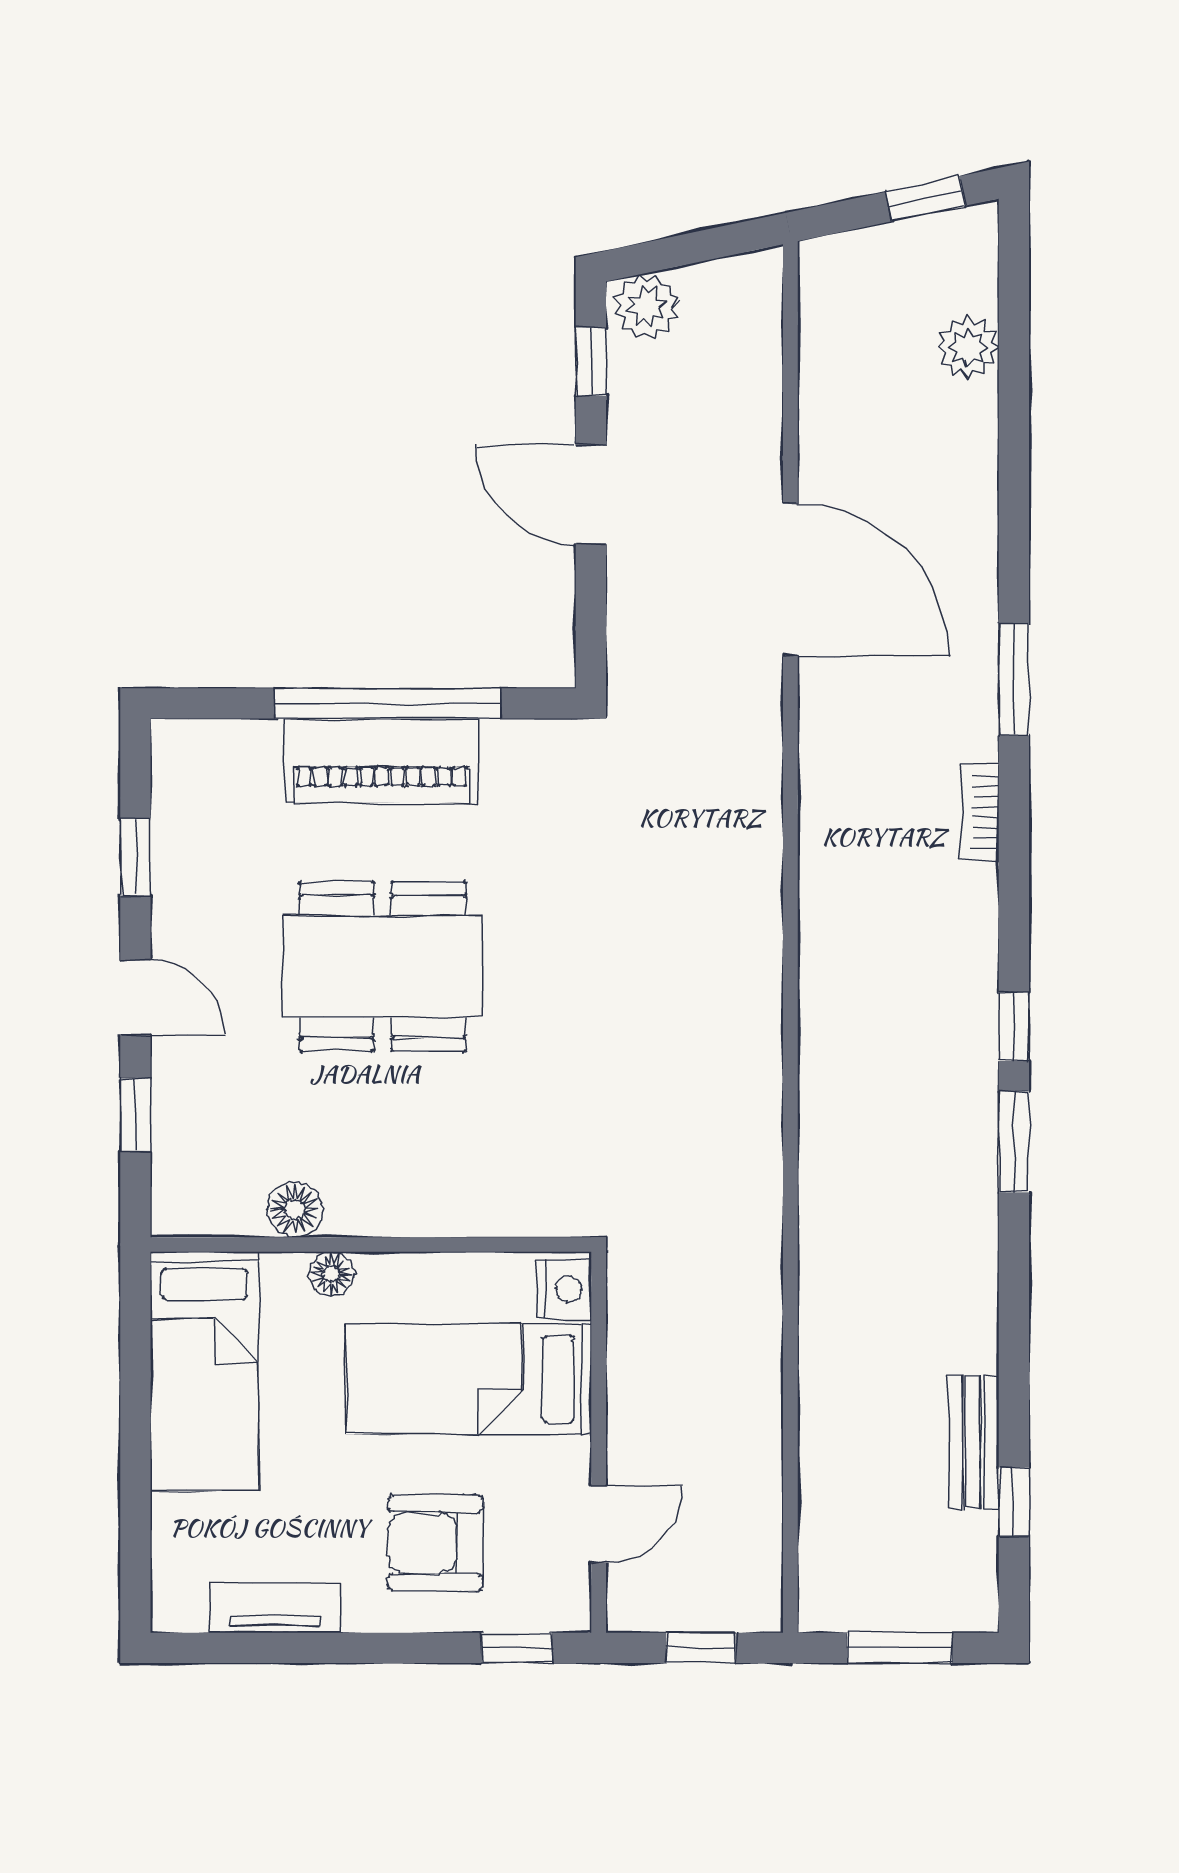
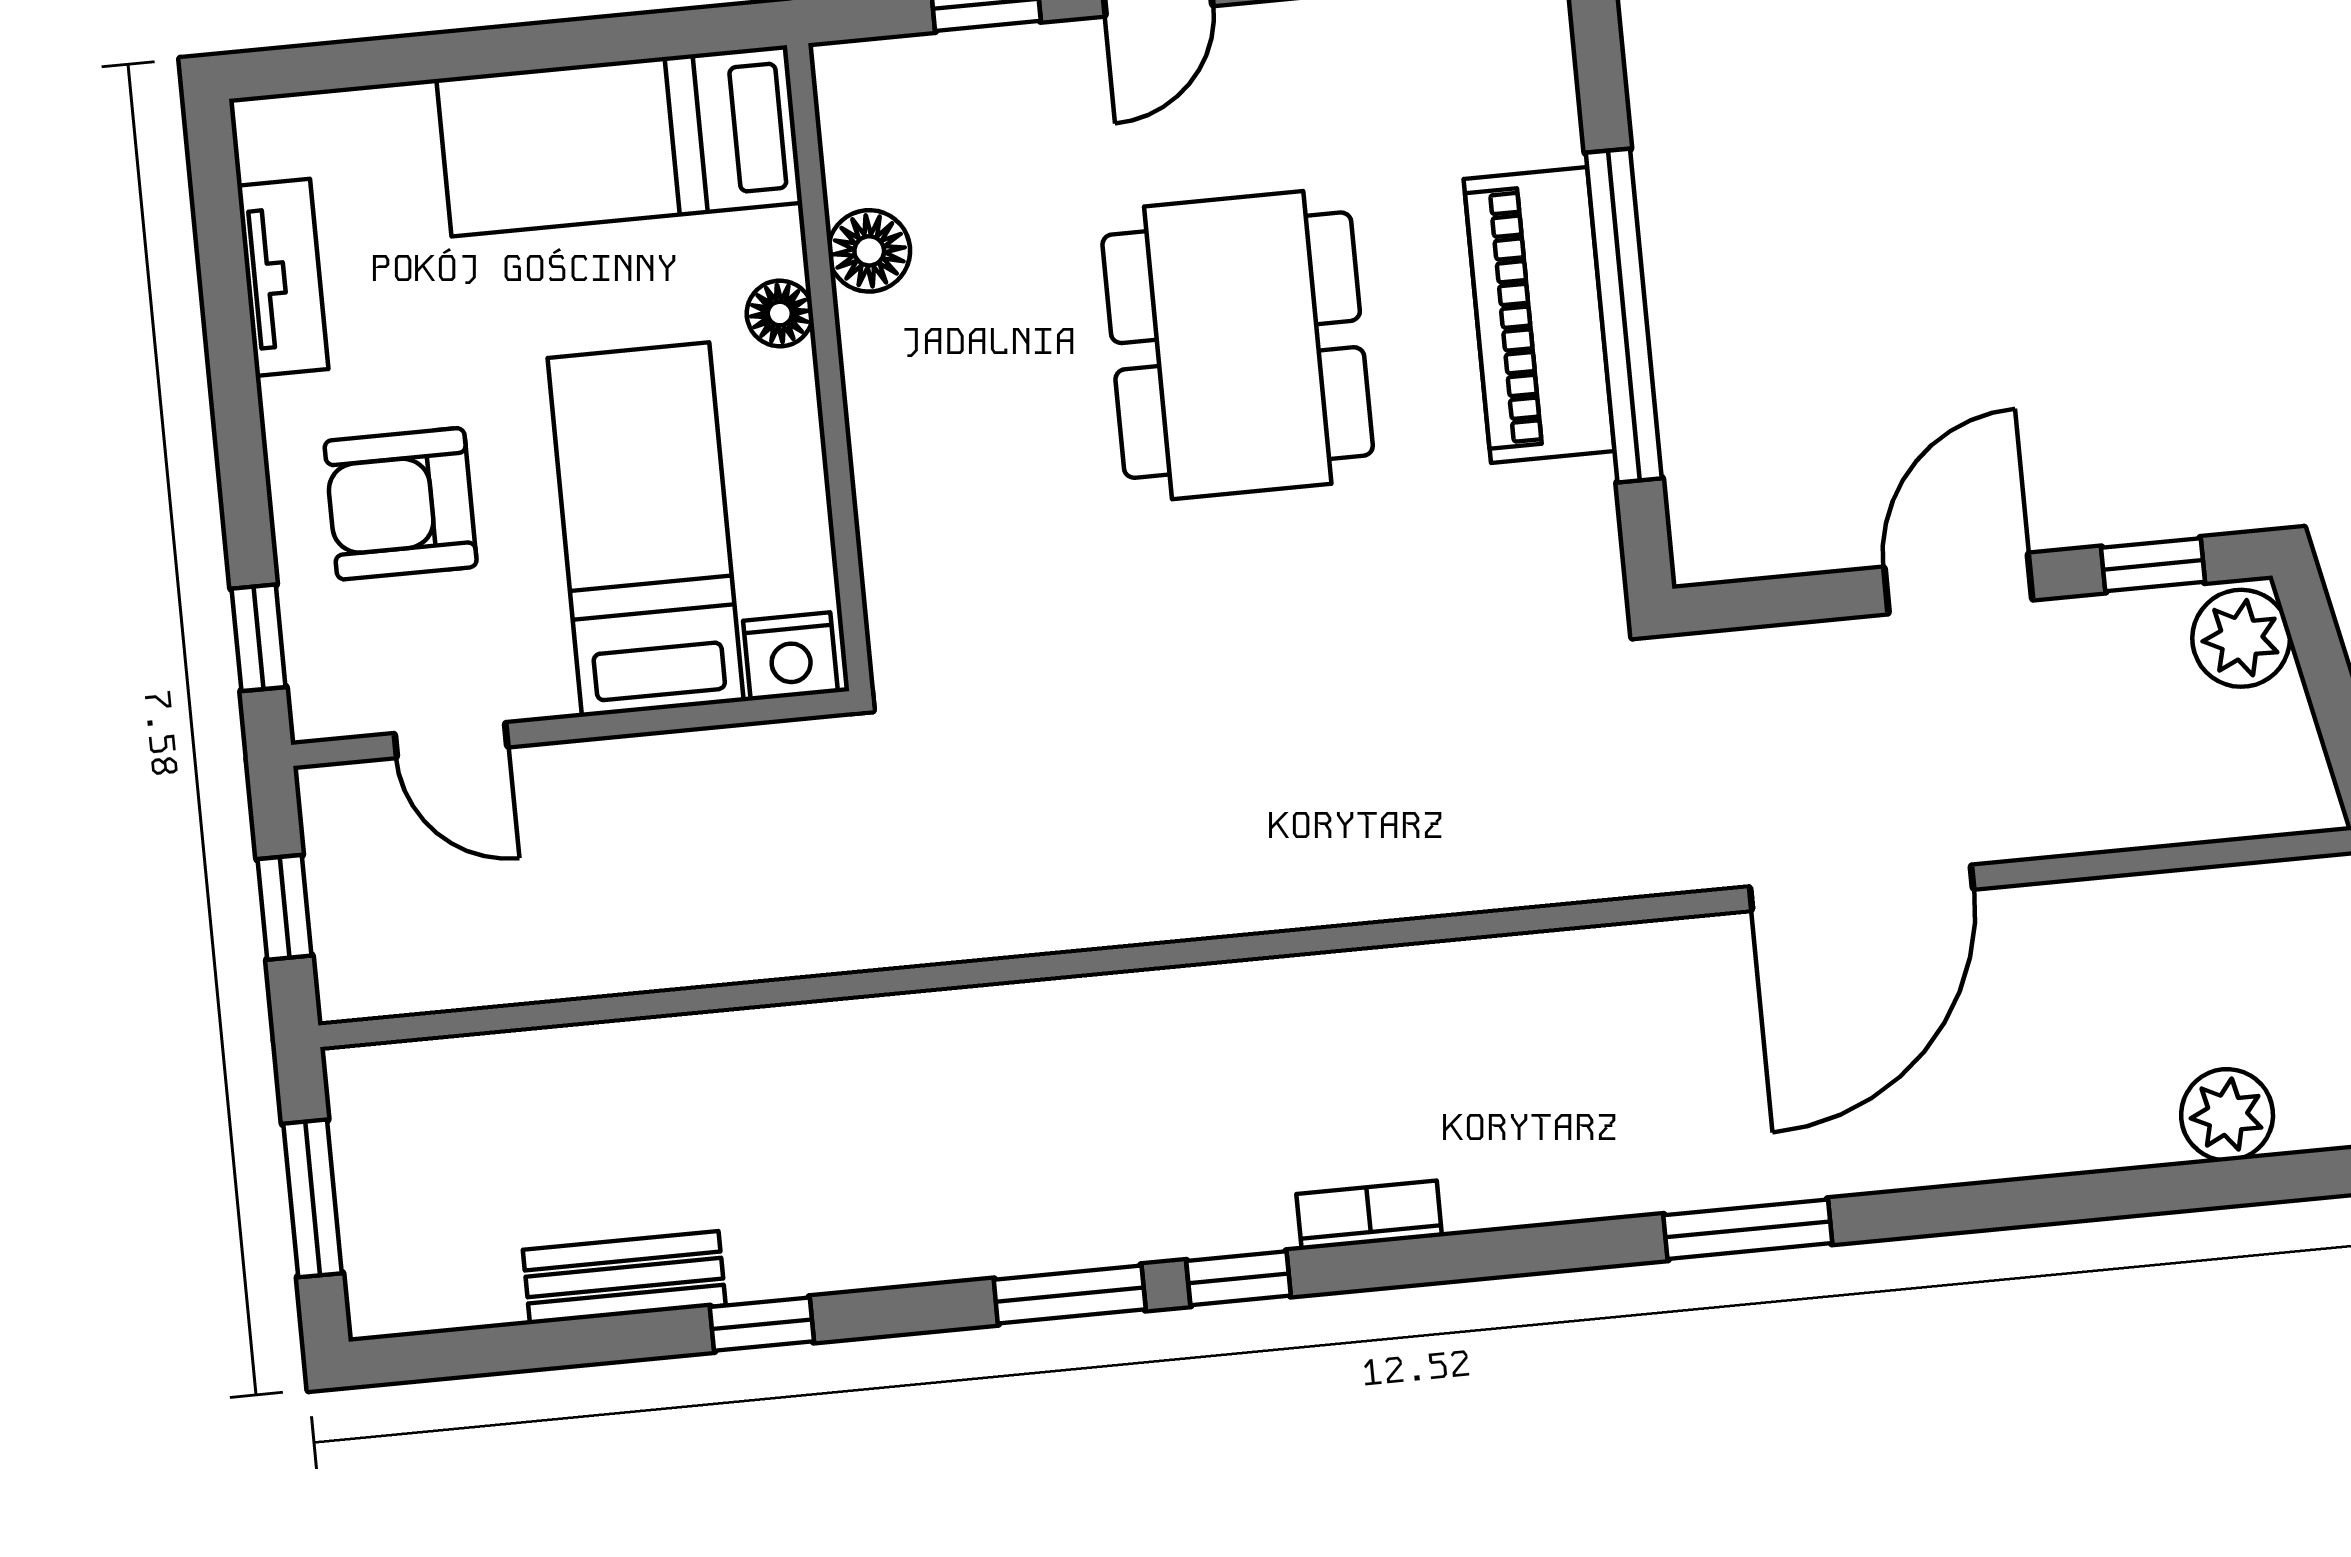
bookcase: (980, 812) -> (1369, 1215), moved
window: (1014, 1502) -> (762, 1324), moved
armchair: (435, 1543) -> (401, 504), turned -90

